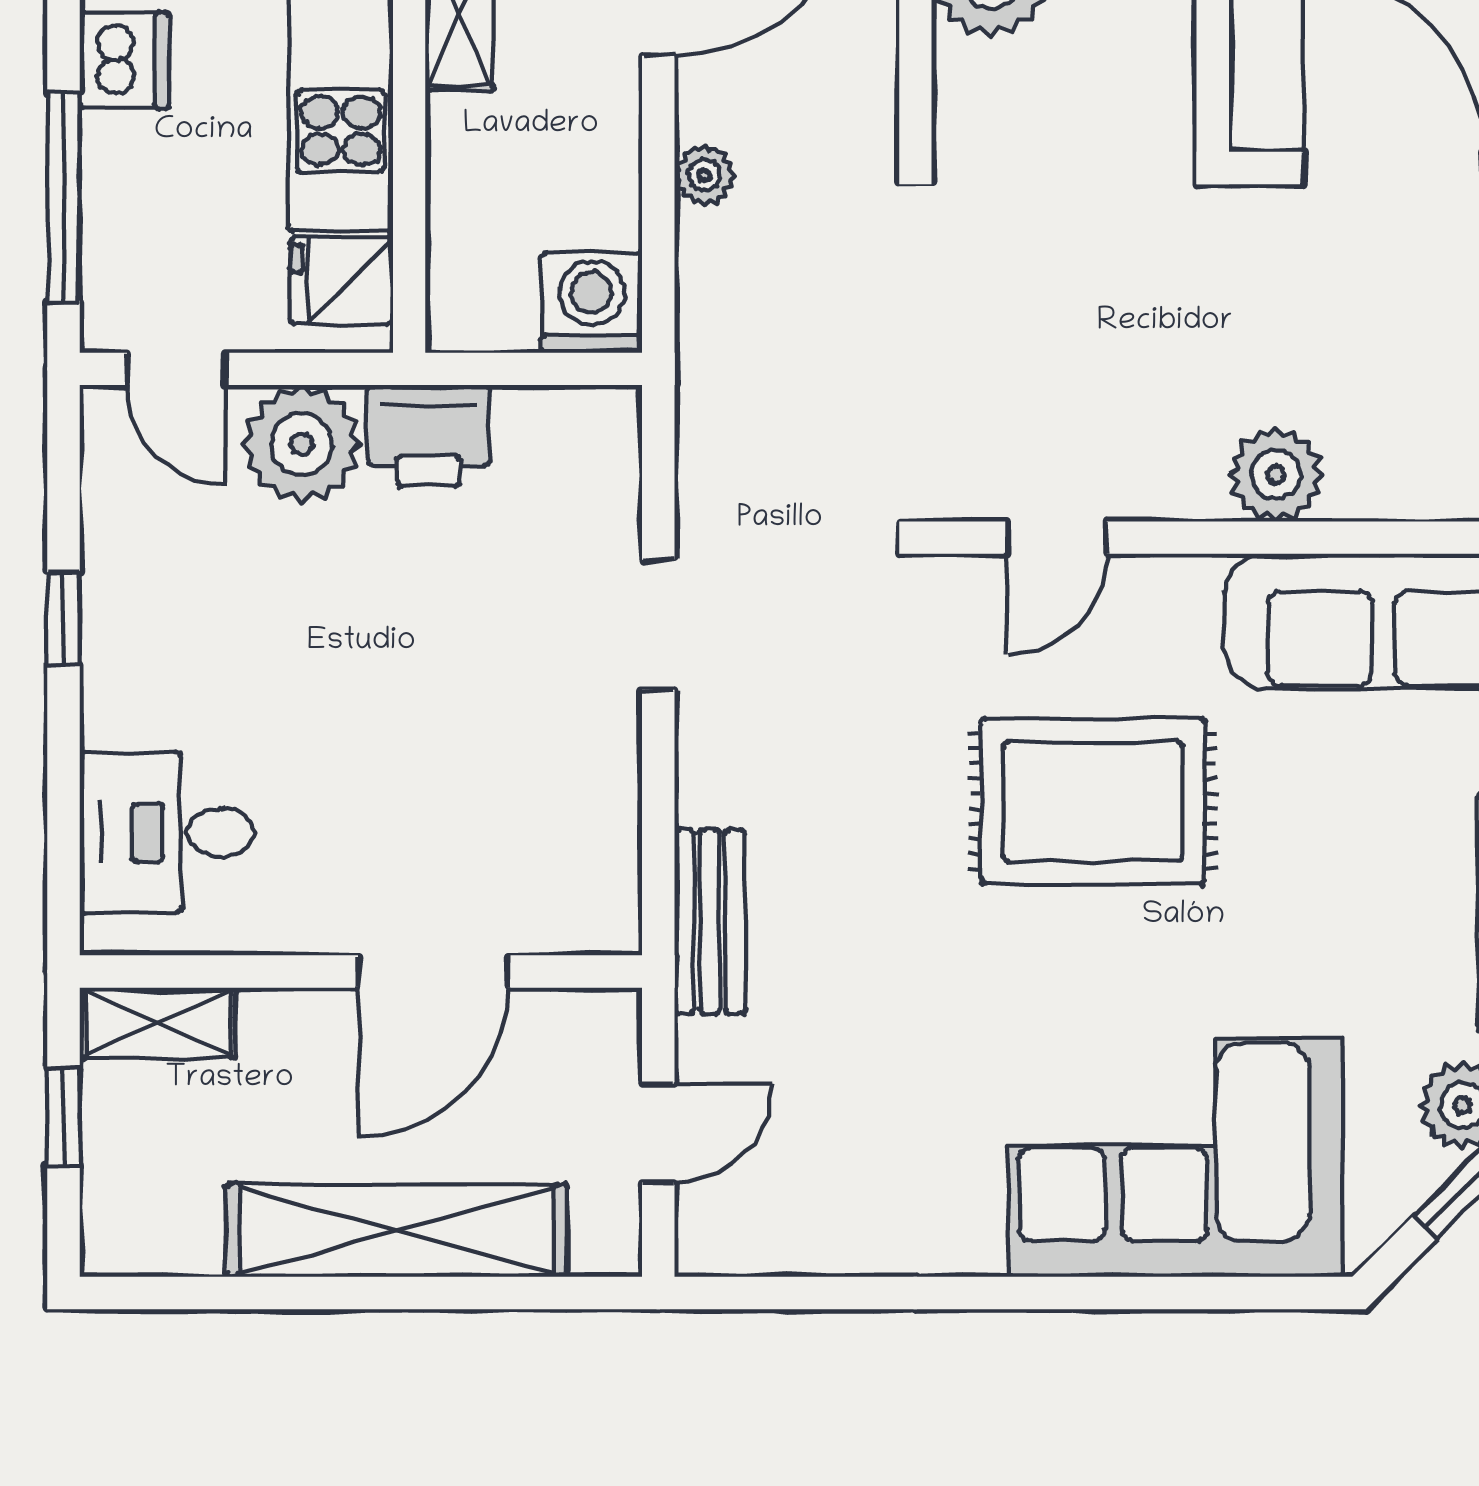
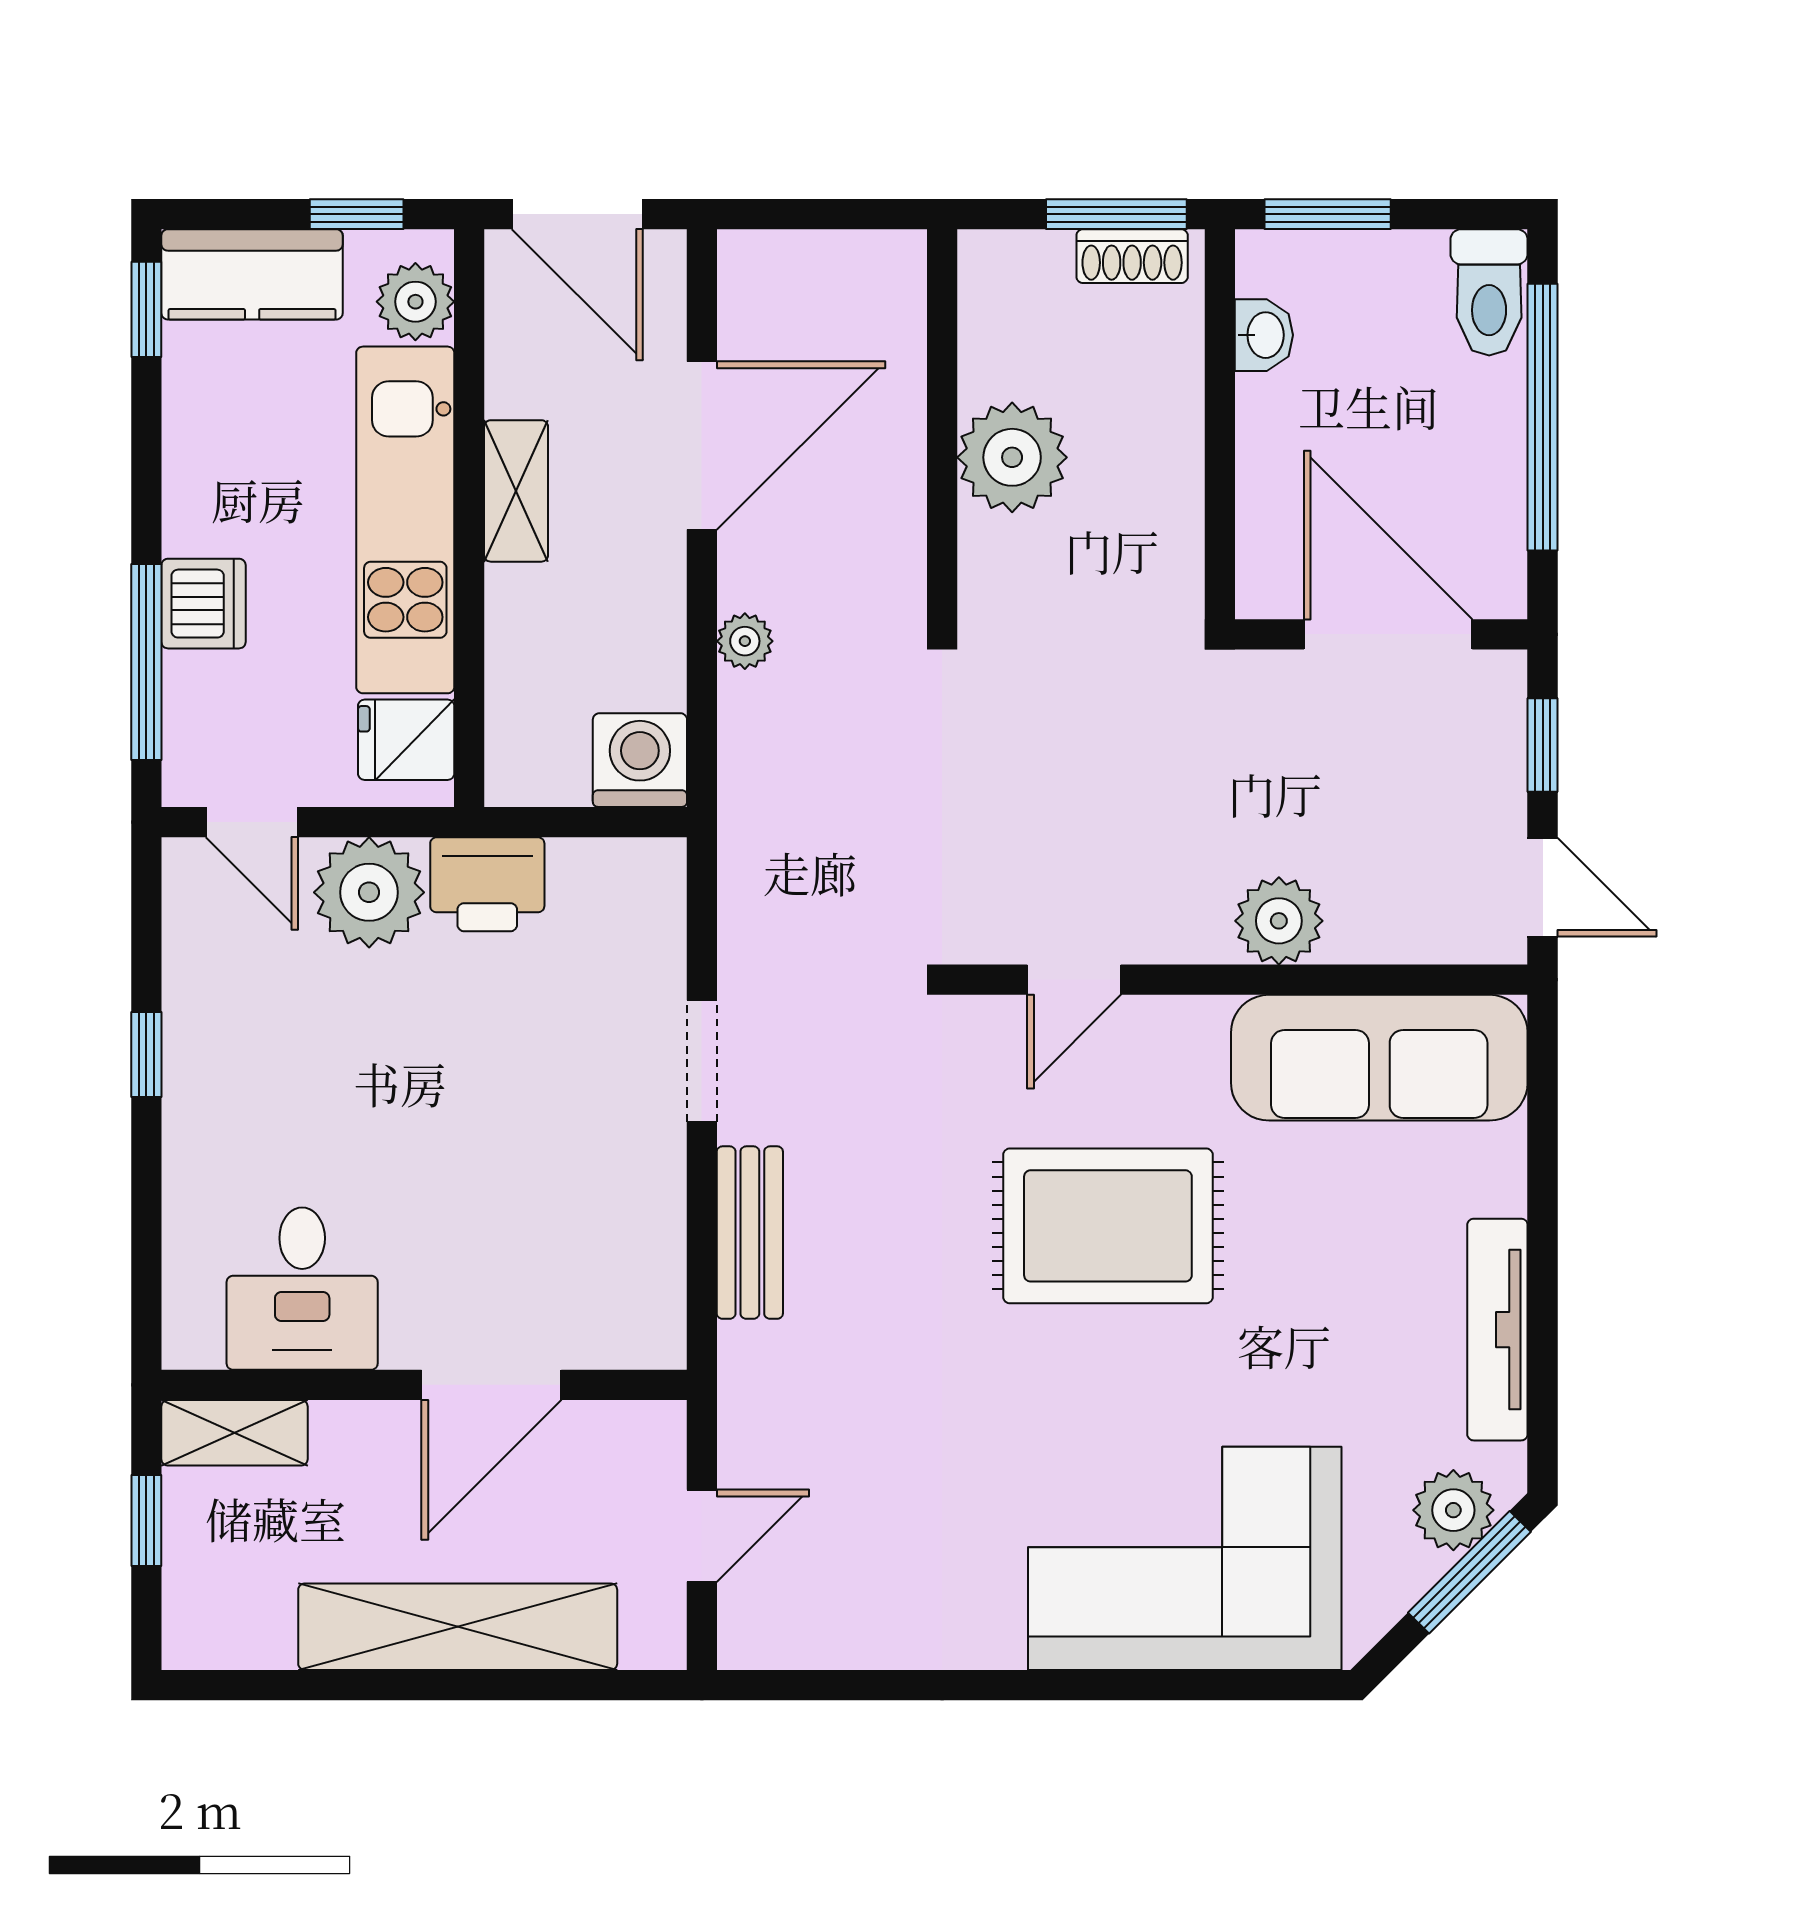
dishwasher: (125, 60) -> (204, 604), moved
desk: (167, 833) -> (302, 1289), moved, turned -90
bench: (710, 921) -> (750, 1233), moved

